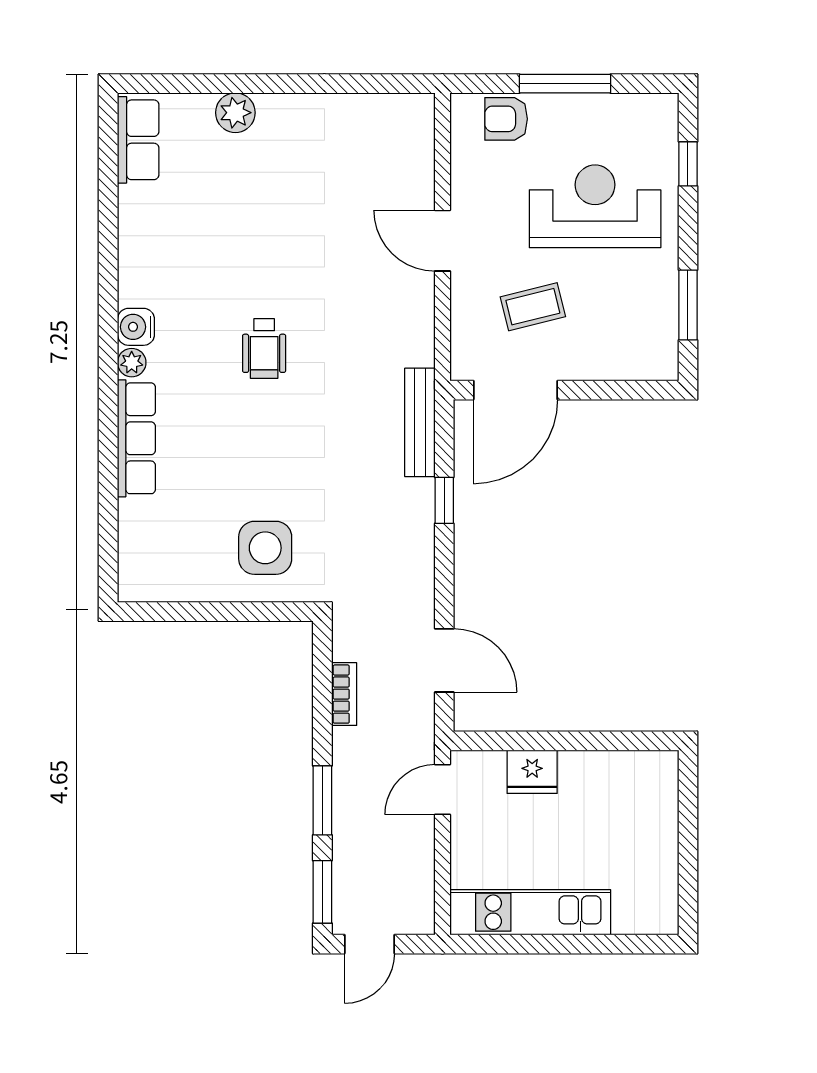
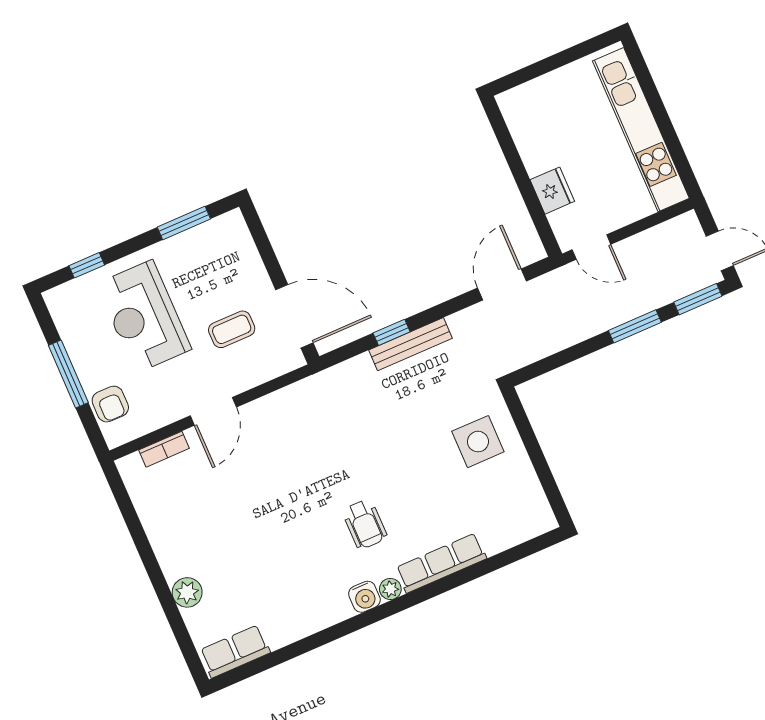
coffee table: (533, 307) -> (232, 329), turned -76
wheelchair: (264, 349) -> (365, 524), moved, turned 90
bench: (420, 422) -> (410, 344), moved
bookcase: (344, 694) -> (164, 449), moved, turned 180
kitchen unit: (530, 912) -> (641, 130), width x1.36

